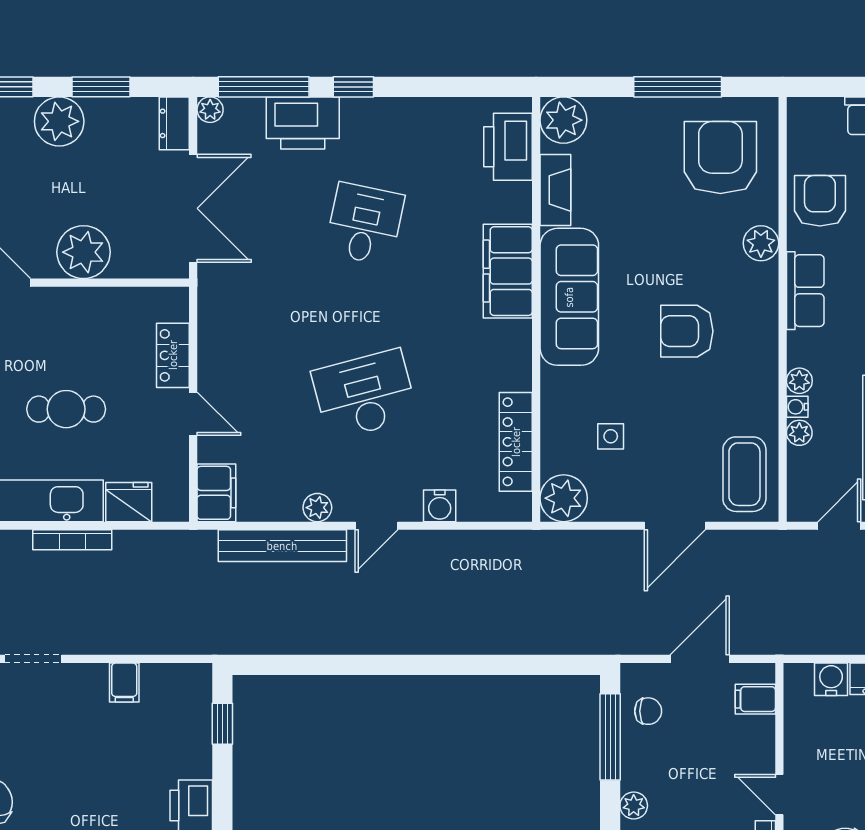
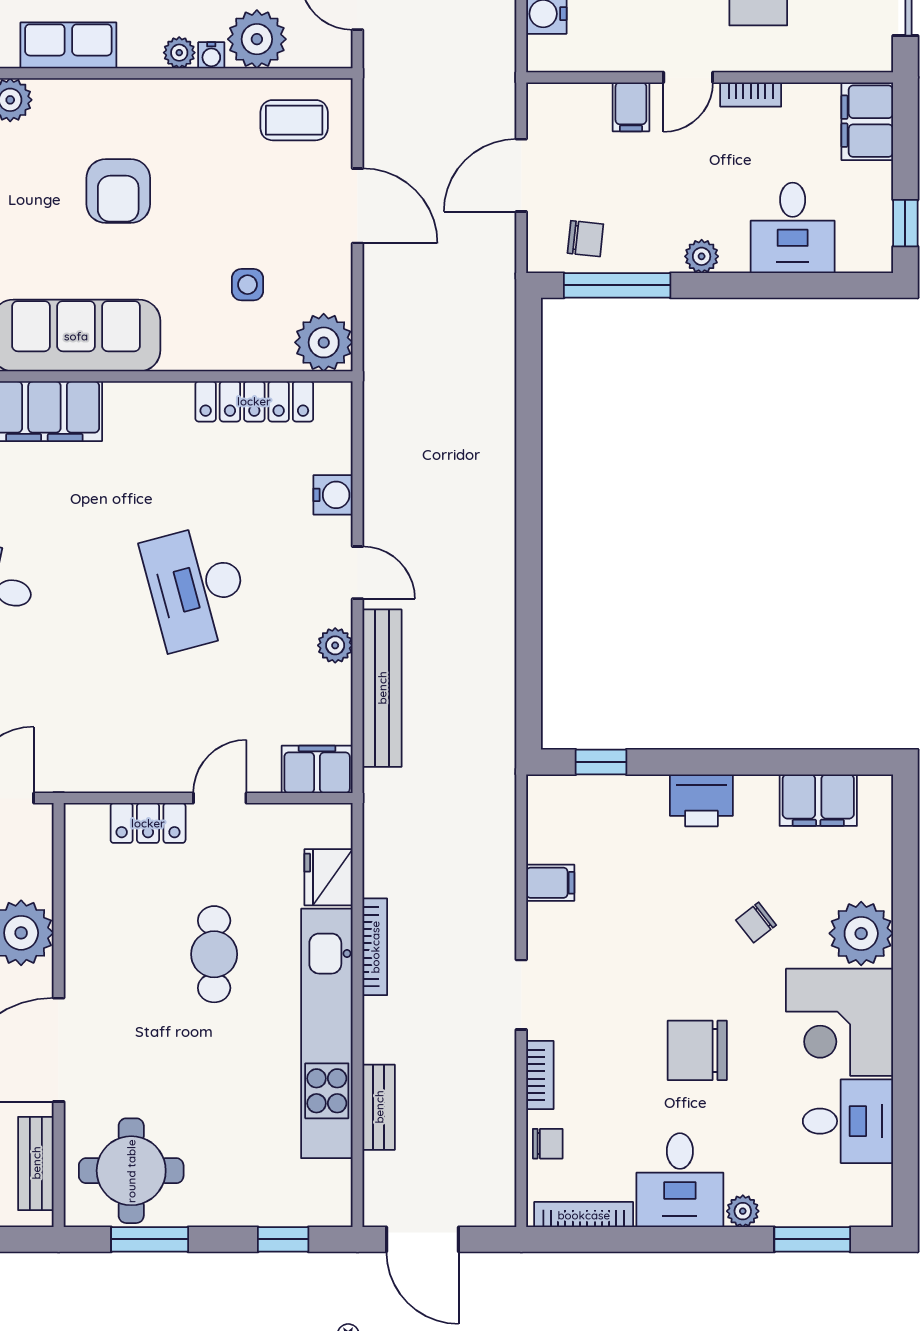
plant: (799, 433) -> (257, 39), width x1.88, depth x1.88
coffee table: (744, 474) -> (294, 120), width x0.73, depth x0.77
door: (700, 659) -> (521, 175), hinge flipped
filing cabinet: (755, 699) -> (631, 107), moved
chair: (648, 711) -> (585, 239), turned 96

